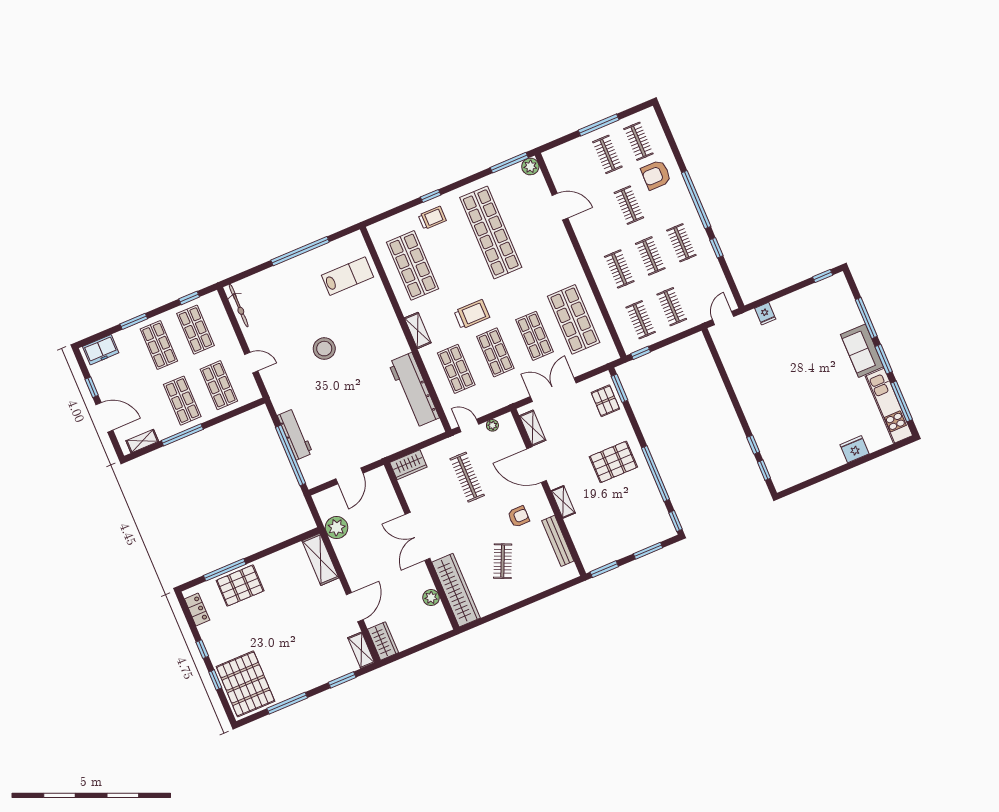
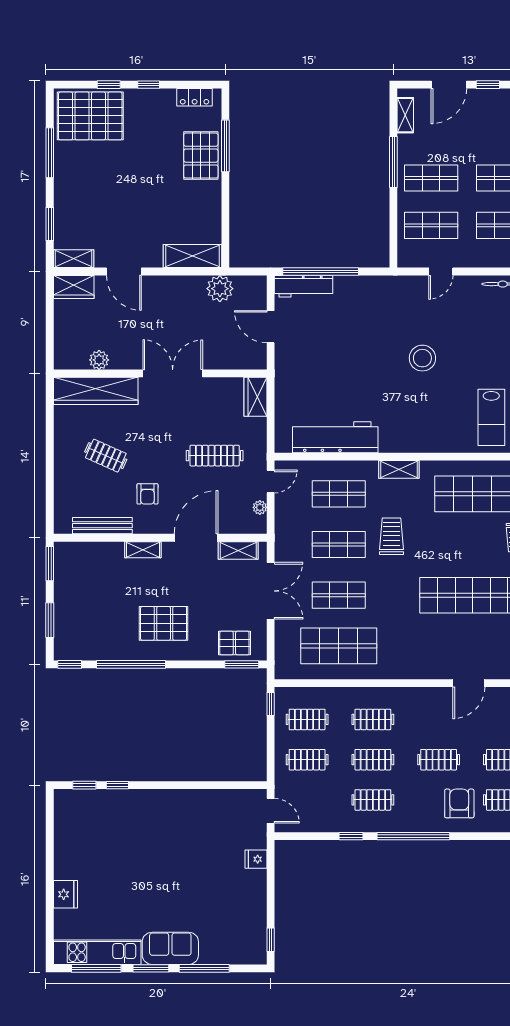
trolley: (472, 314) -> (392, 536), turned 180
workbench: (295, 434) -> (304, 286), moved
pallet: (613, 462) -> (164, 623), turned 90

